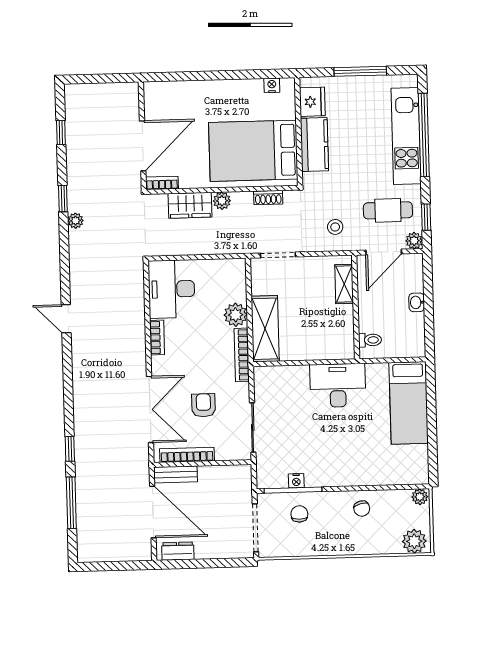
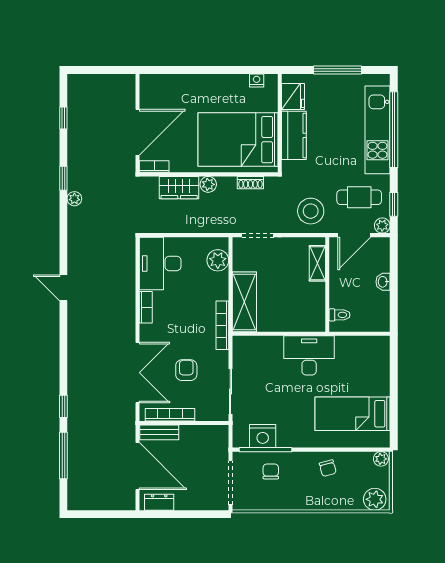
stool: (335, 227) -> (311, 211), width x1.89, depth x1.89
plant: (236, 315) -> (218, 260), moved
bed: (409, 403) -> (353, 414), moved, turned 90
nightstand: (296, 481) -> (263, 436), width x1.89, depth x1.79

